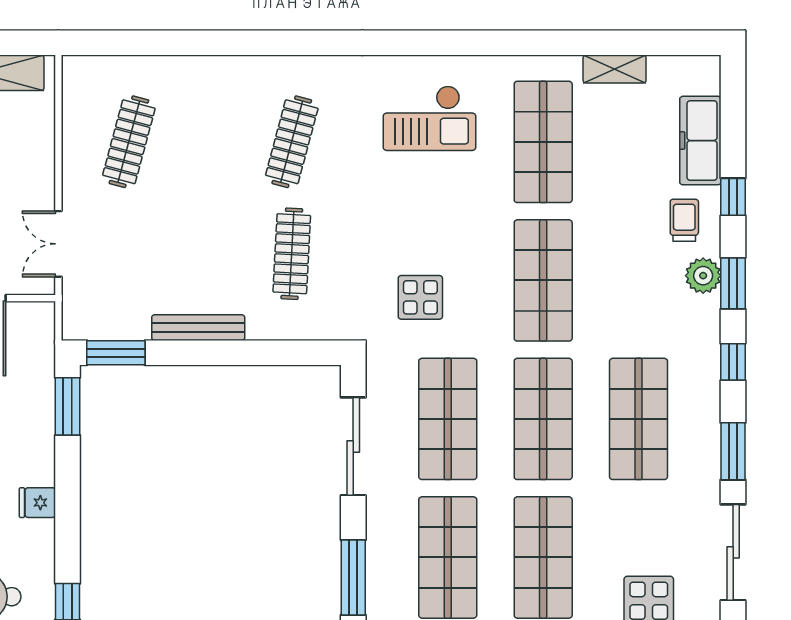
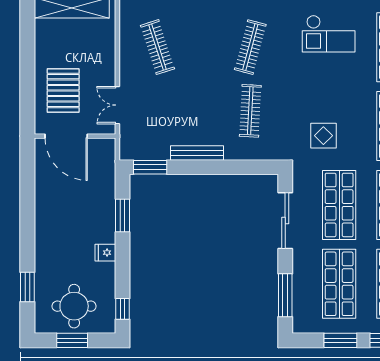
clothes rail: (129, 142) -> (158, 47), turned -33
window: (67, 406) -> (123, 215), moved

